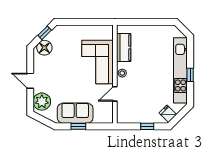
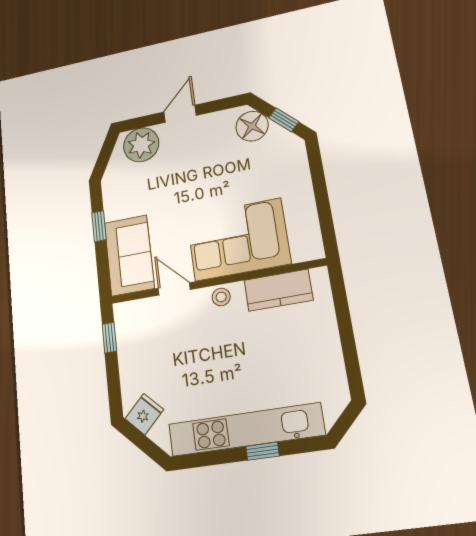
window: (190, 75) -> (263, 451), moved
sofa: (75, 113) -> (129, 255), moved
window: (147, 126) -> (109, 338), moved

